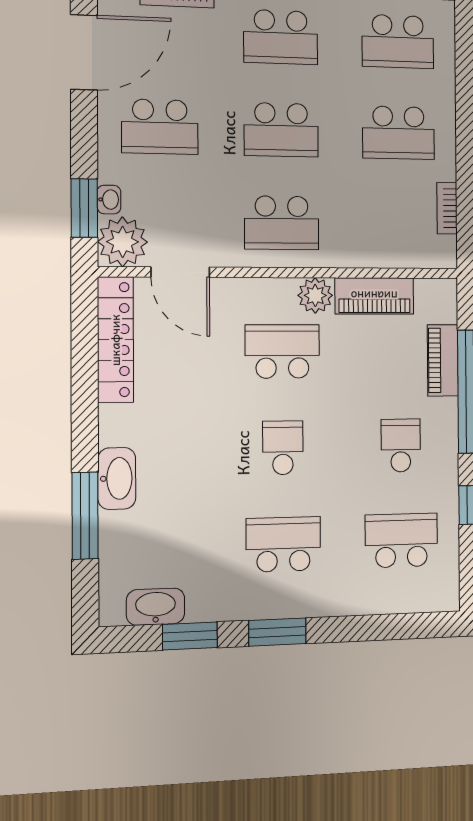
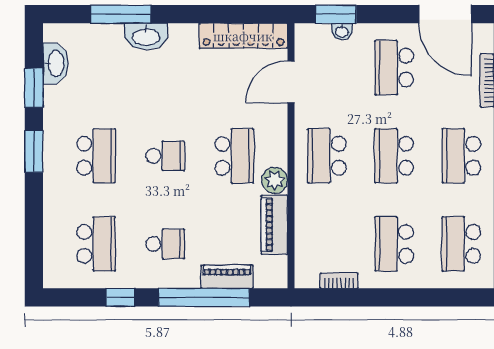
plant: (123, 242) -> (312, 41), removed

